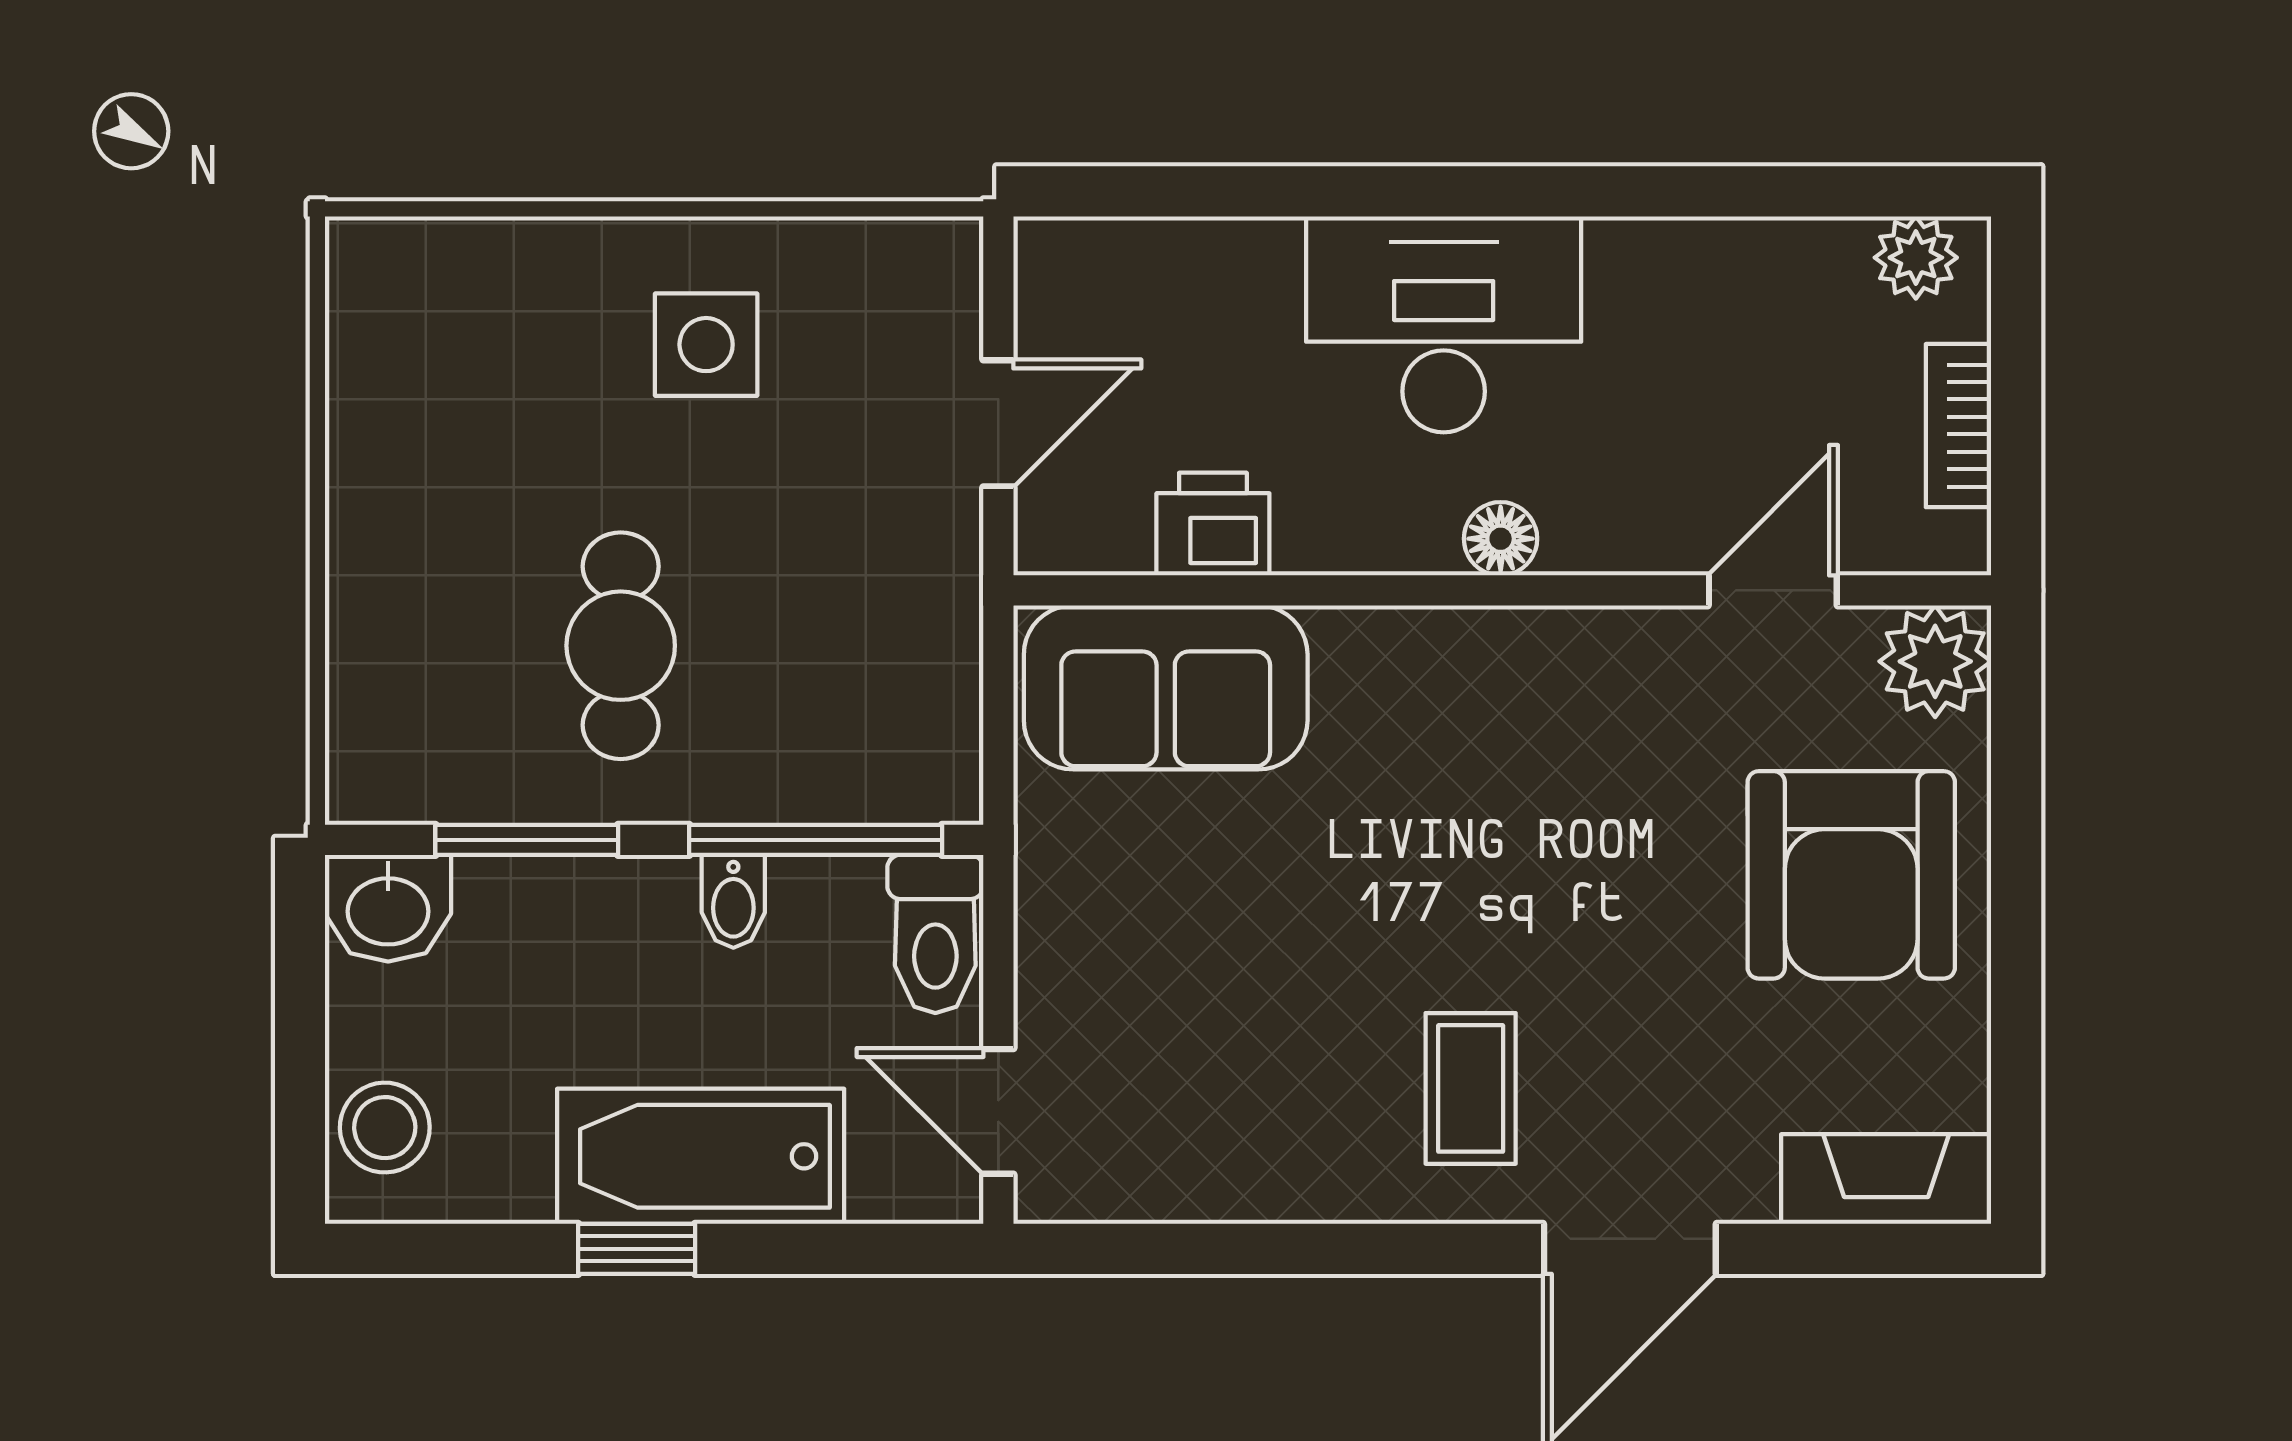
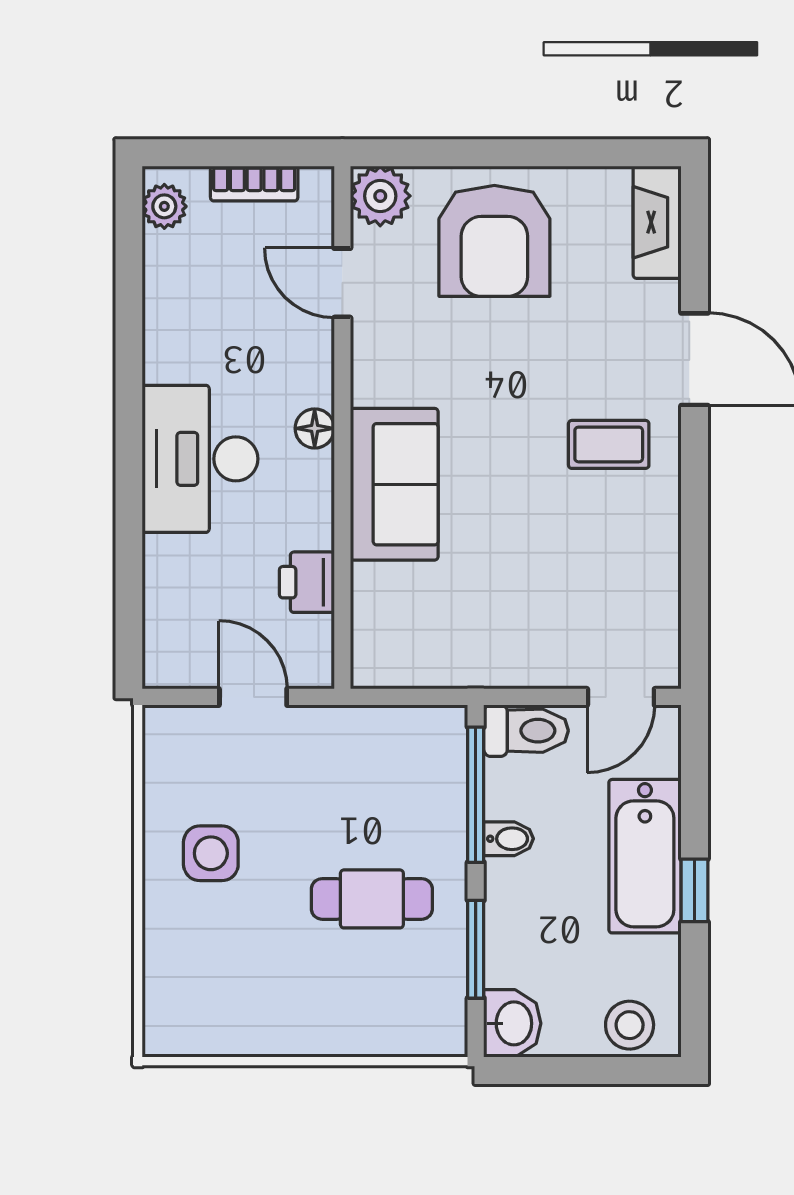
sofa: (1166, 687) -> (394, 484), moved
armchair: (1851, 875) -> (494, 241), turned 90

